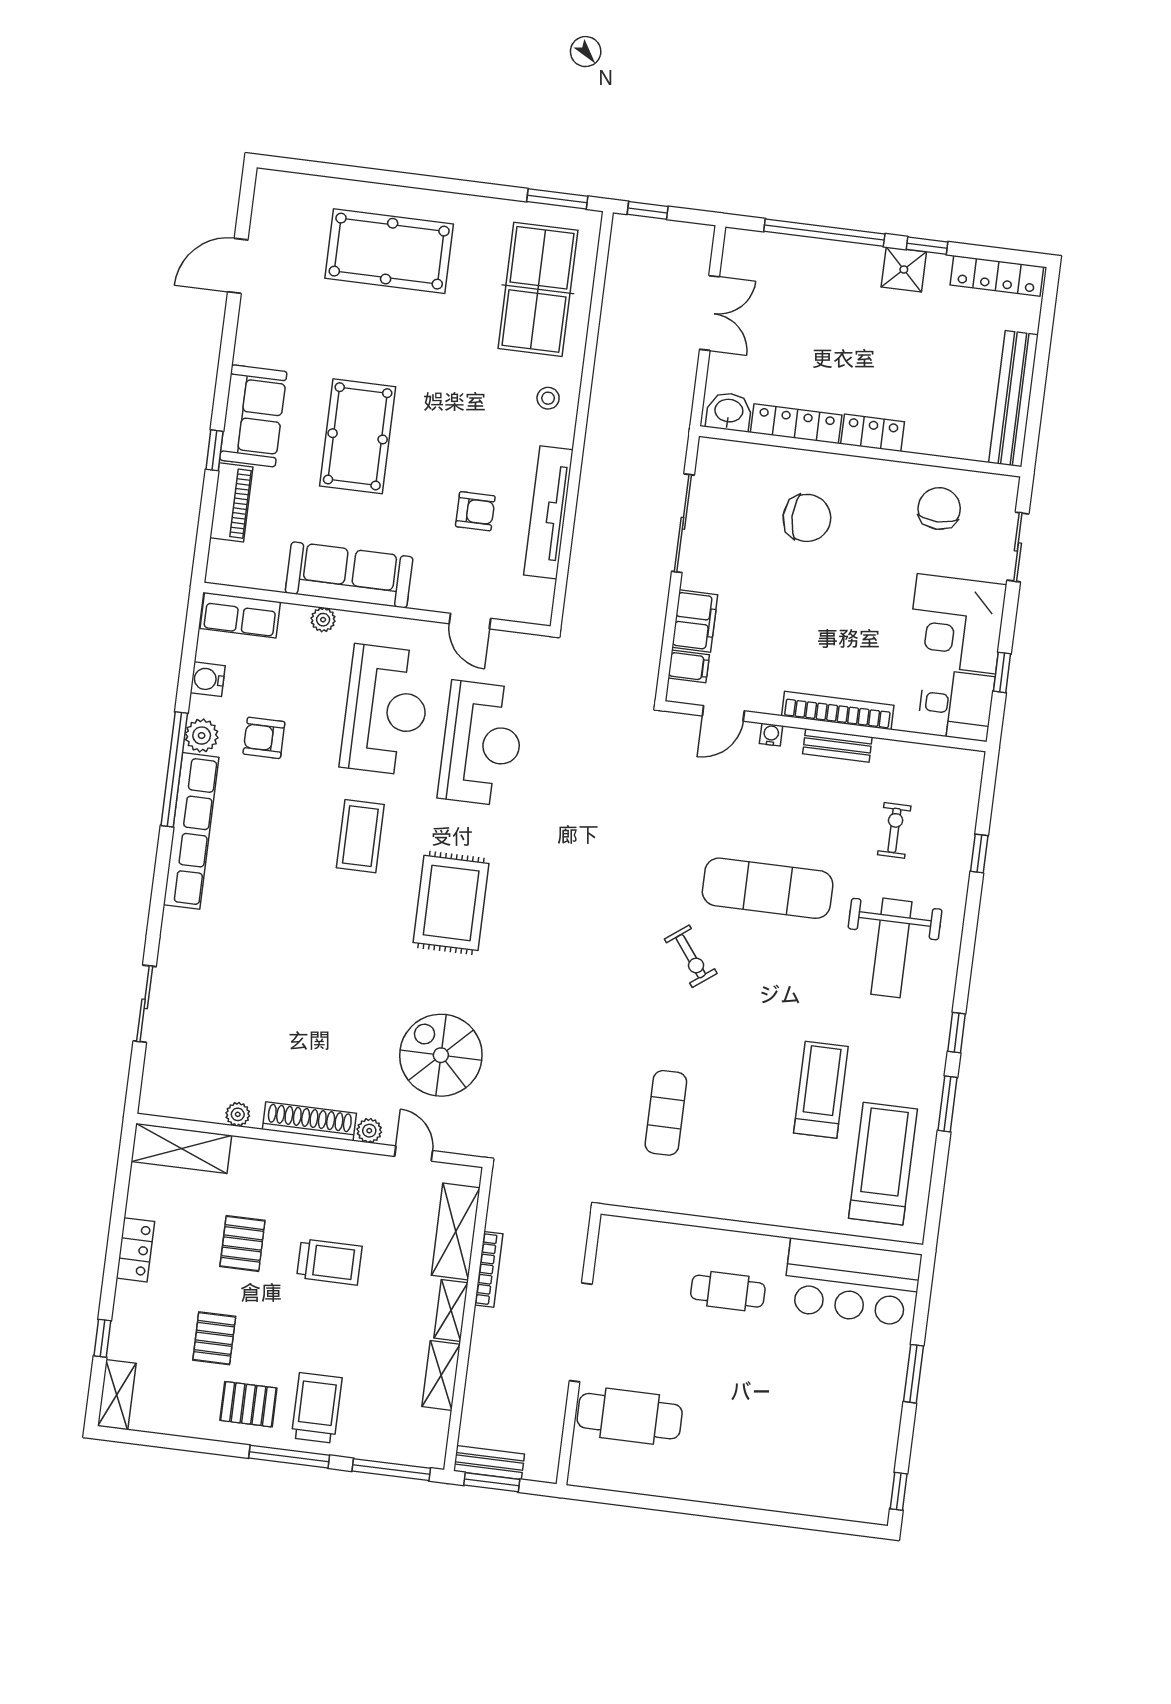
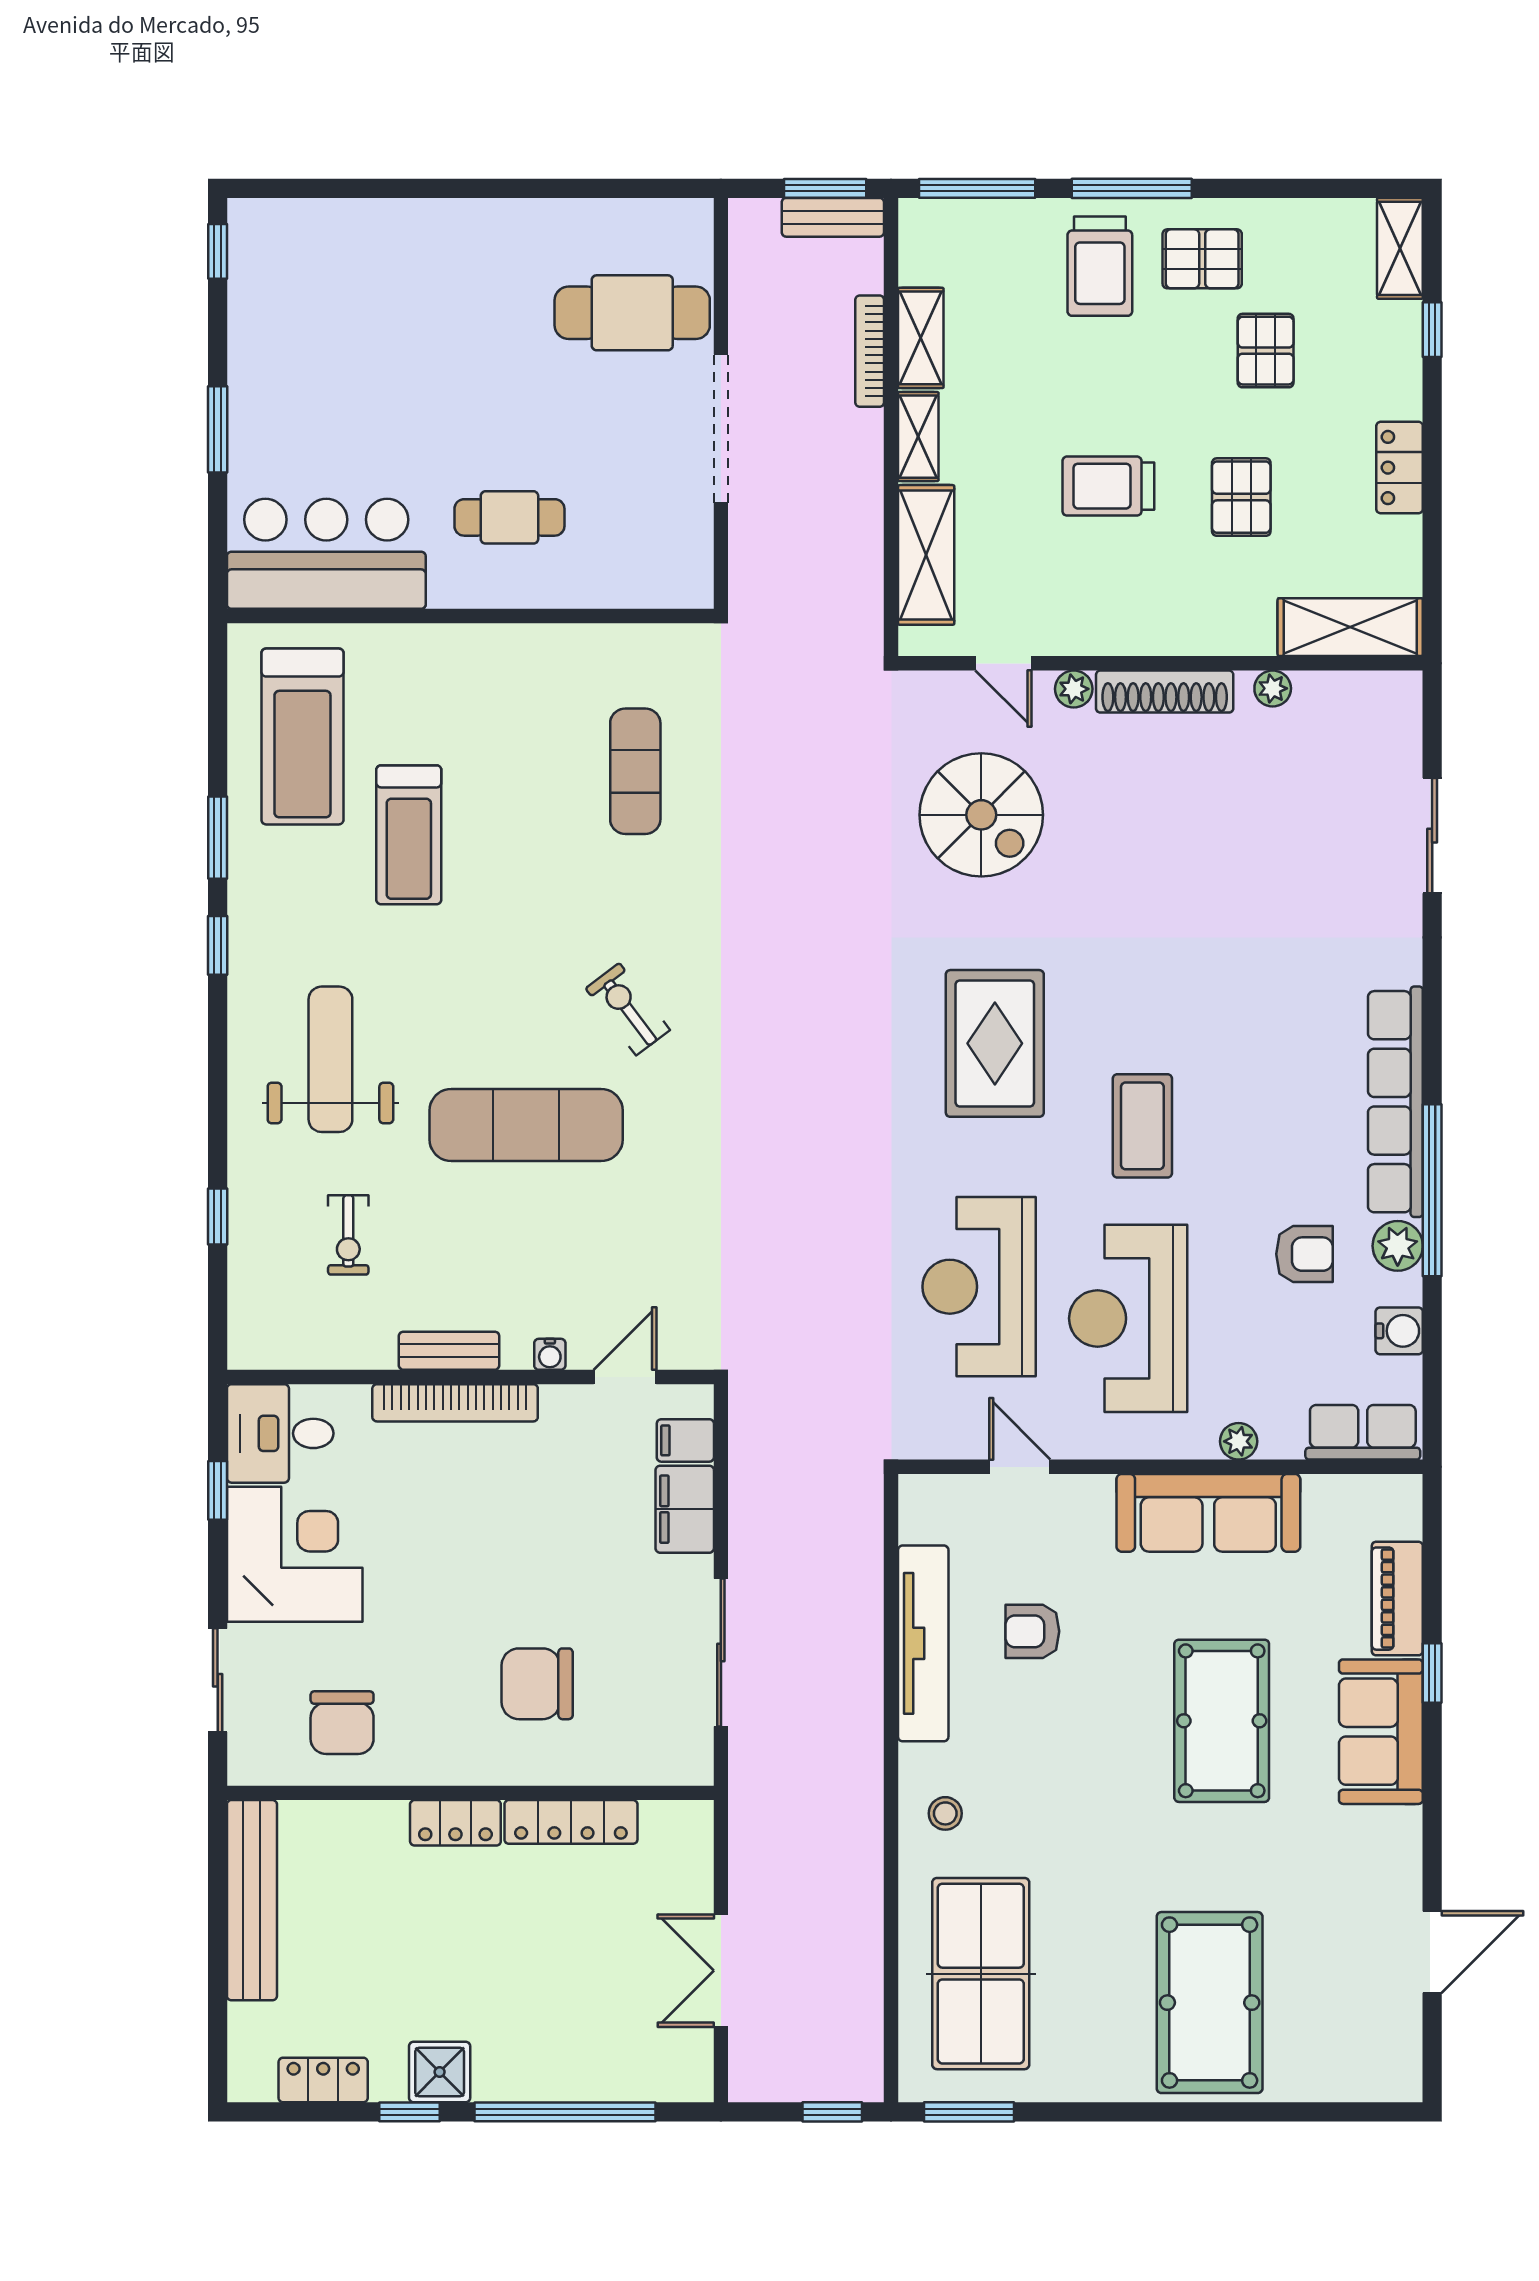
pool table: (389, 251) -> (1210, 2003), turned 90
locker: (997, 276) -> (323, 2080), width x0.66
washbasin: (729, 412) -> (674, 1827), removed
bookcase: (489, 1269) -> (870, 351), moved

